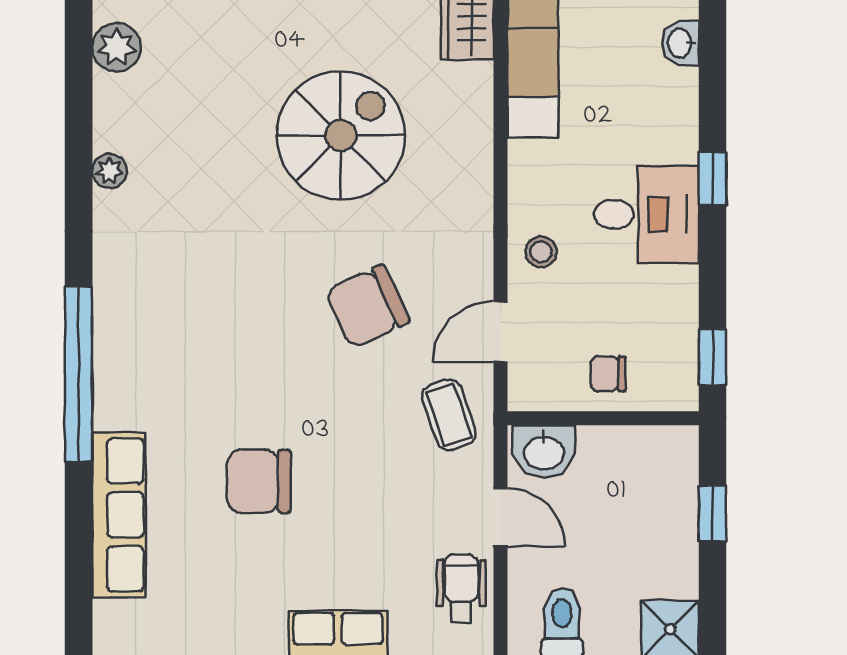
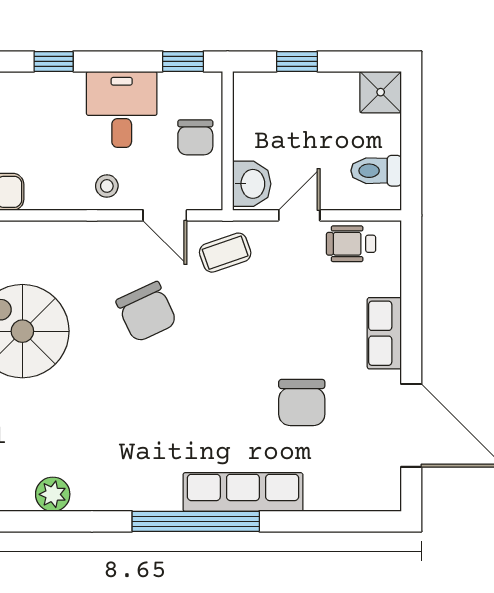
plant: (110, 171) -> (53, 494), width x1.38, depth x1.38
desk: (646, 214) -> (122, 109), moved
chair: (608, 374) -> (195, 137), width x1.37, depth x1.37
chair: (259, 481) -> (302, 402), moved
row of seats: (119, 515) -> (243, 492), moved

